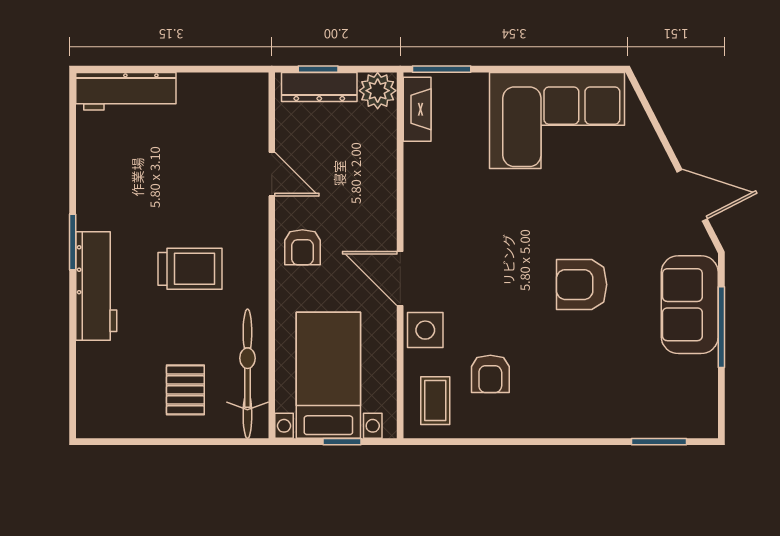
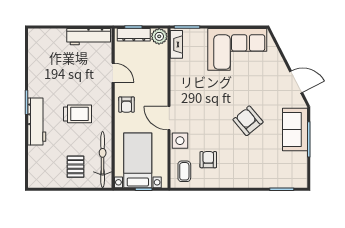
workbench: (126, 91) -> (89, 37), moved
armchair: (582, 285) -> (248, 121), turned 50
armchair: (490, 374) -> (208, 160), turned 180

